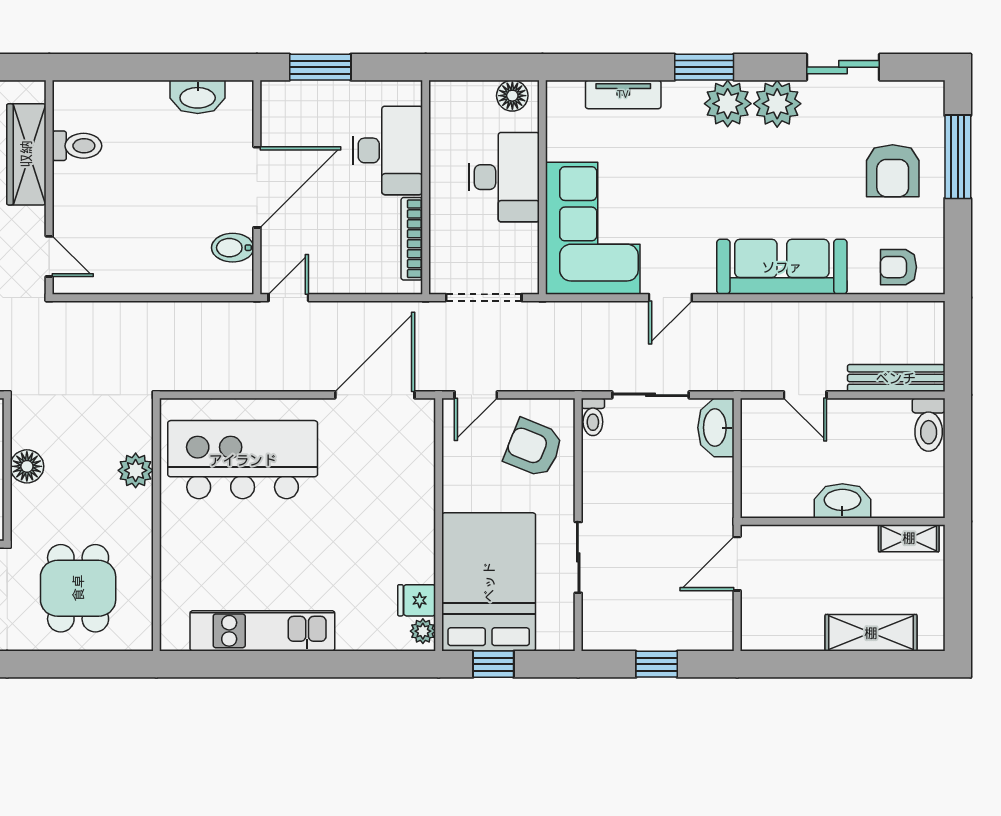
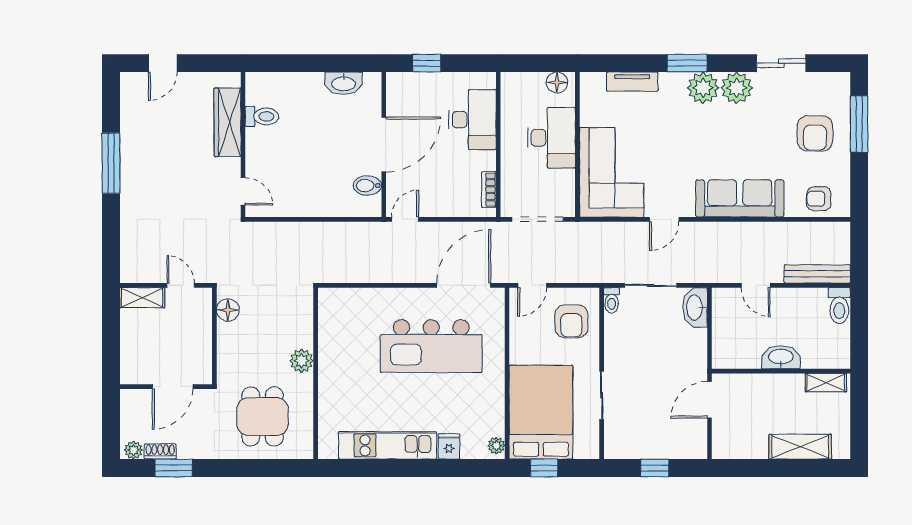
window: (320, 67) -> (427, 63), width x0.67
bookcase: (412, 239) -> (489, 190), width x0.64
armchair: (533, 448) -> (571, 321), turned -112
kitchen island: (243, 460) -> (431, 346), moved, turned 180
floor lamp: (27, 466) -> (228, 310), moved
plant: (136, 470) -> (302, 361), moved
fridge: (417, 600) -> (449, 446), moved, turned 90

